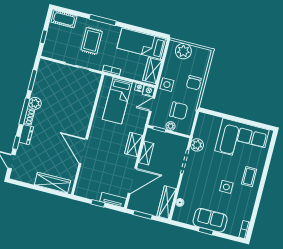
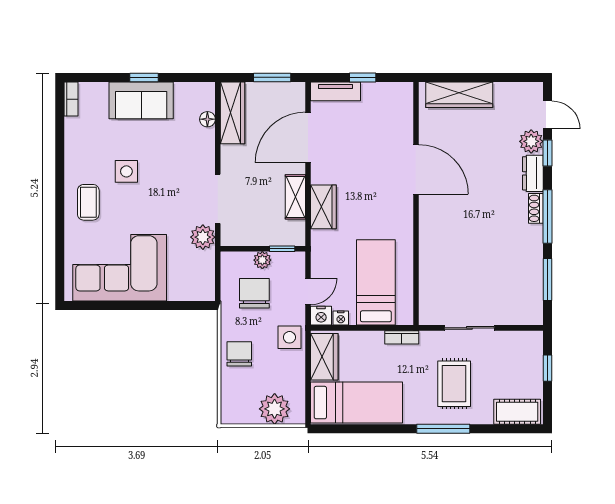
plant: (35, 103) -> (531, 141), moved
chair: (179, 111) -> (254, 293), turned 90

